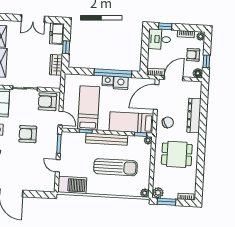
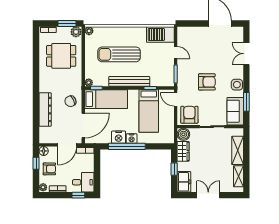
boiler: (55, 82) -> (183, 134), added
armchair: (47, 102) -> (189, 115), turned -90
dining table: (177, 154) -> (61, 56), moved

